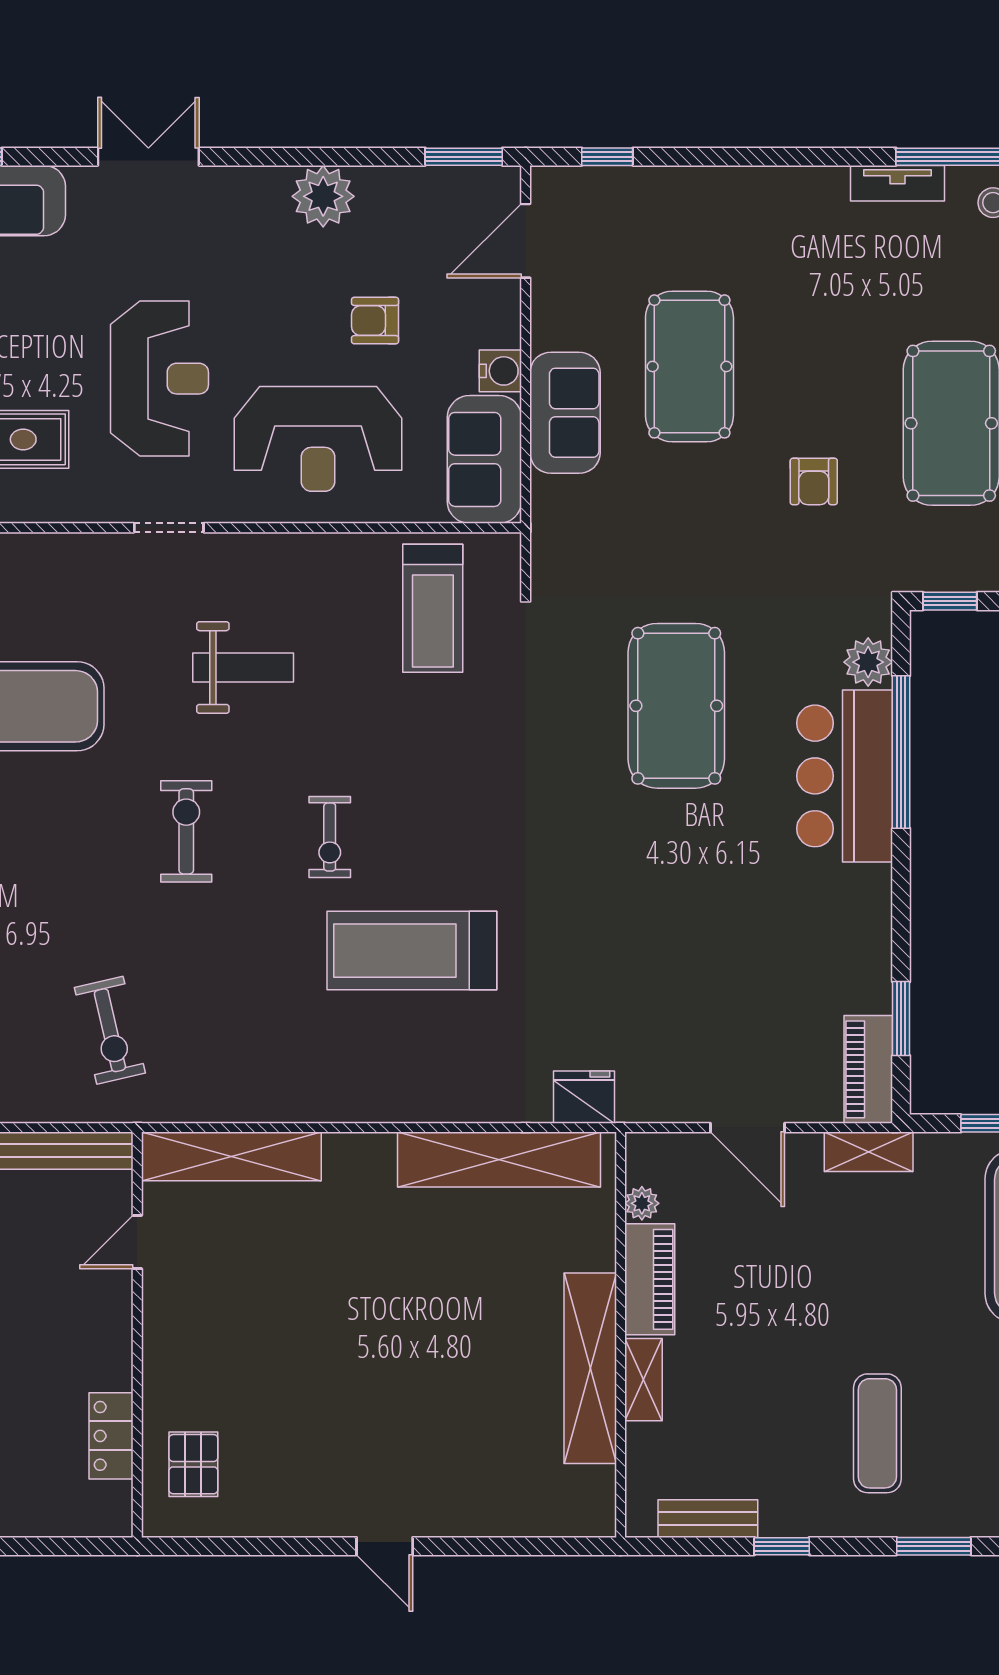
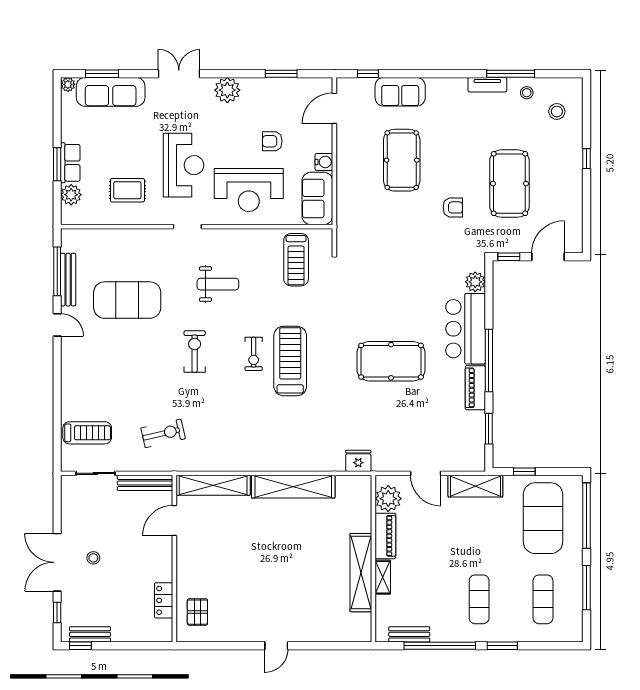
window: (464, 157) -> (281, 74), moved
plant: (323, 196) -> (227, 90), moved
sofa: (565, 413) -> (400, 92), moved, turned 90
armchair: (814, 481) -> (453, 207), turned -90
pool table: (676, 706) -> (391, 361), moved, turned 90
window: (901, 752) -> (489, 361), moved
treadmill: (412, 951) -> (290, 361), moved, turned 90
exercise bike: (110, 1030) -> (163, 433), turned -90
piano: (868, 1069) -> (475, 388), moved
shelving: (869, 1152) -> (475, 486), width x1.50, depth x1.33
shelving: (499, 1160) -> (293, 487), moved
plant: (642, 1203) -> (388, 499), width x1.88, depth x1.88
door: (137, 1242) -> (174, 521), width x1.38
door: (385, 1546) -> (276, 646), hinge flipped
window: (782, 1546) -> (440, 646), width x3.17

